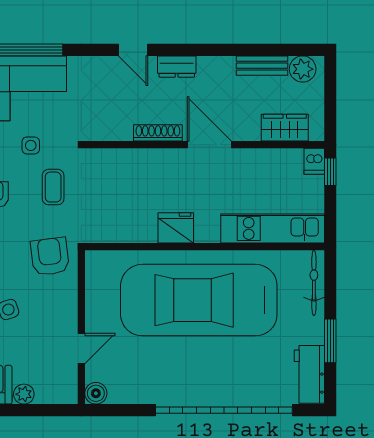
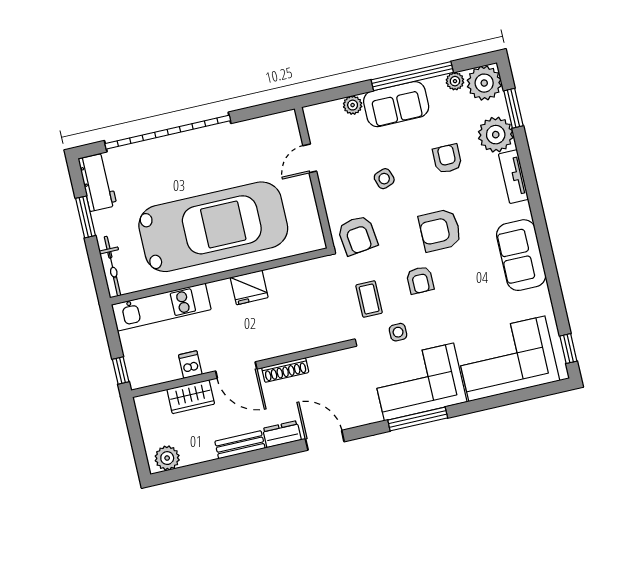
door: (133, 50) -> (325, 440), width x1.37
bench: (262, 66) -> (240, 445), moved
wardrobe: (285, 128) -> (191, 397), moved
dishwasher: (314, 161) -> (190, 365), moved
boiler: (96, 393) -> (287, 121), removed

